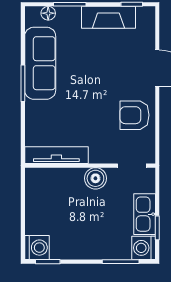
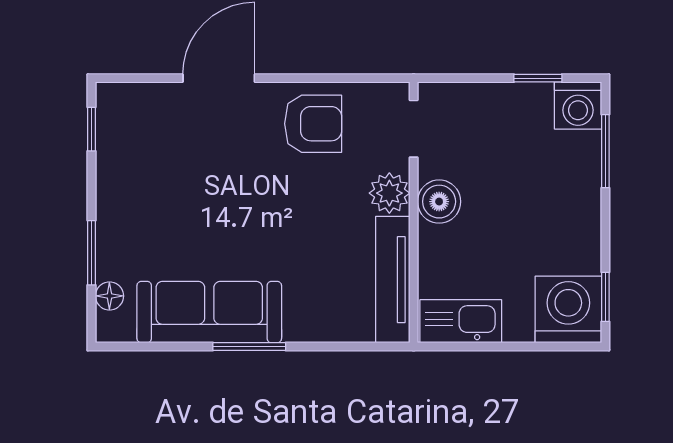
fireplace: (108, 17) -> (117, 176), removed
armchair: (134, 115) -> (313, 124), turned -90
plant: (100, 153) -> (389, 193), added
kitchen sink: (145, 214) -> (461, 321), moved, turned 180
washing machine: (37, 248) -> (568, 309), width x1.37, depth x1.37

